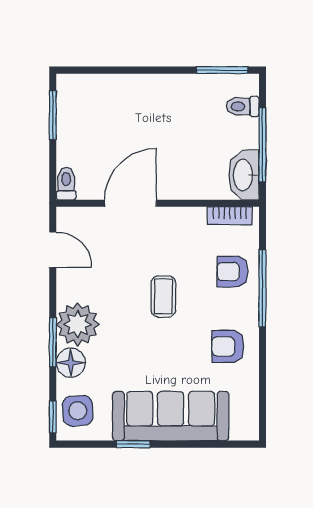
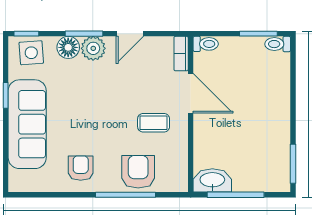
toilet: (243, 106) -> (278, 44), moved, turned -90
bookcase: (230, 216) -> (181, 54), moved
door: (53, 250) -> (130, 34), moved
armchair: (233, 272) -> (138, 172), width x1.38, depth x1.38
coffee table: (163, 296) -> (154, 123), moved
plant: (78, 324) -> (93, 48), width x0.73, depth x0.73

